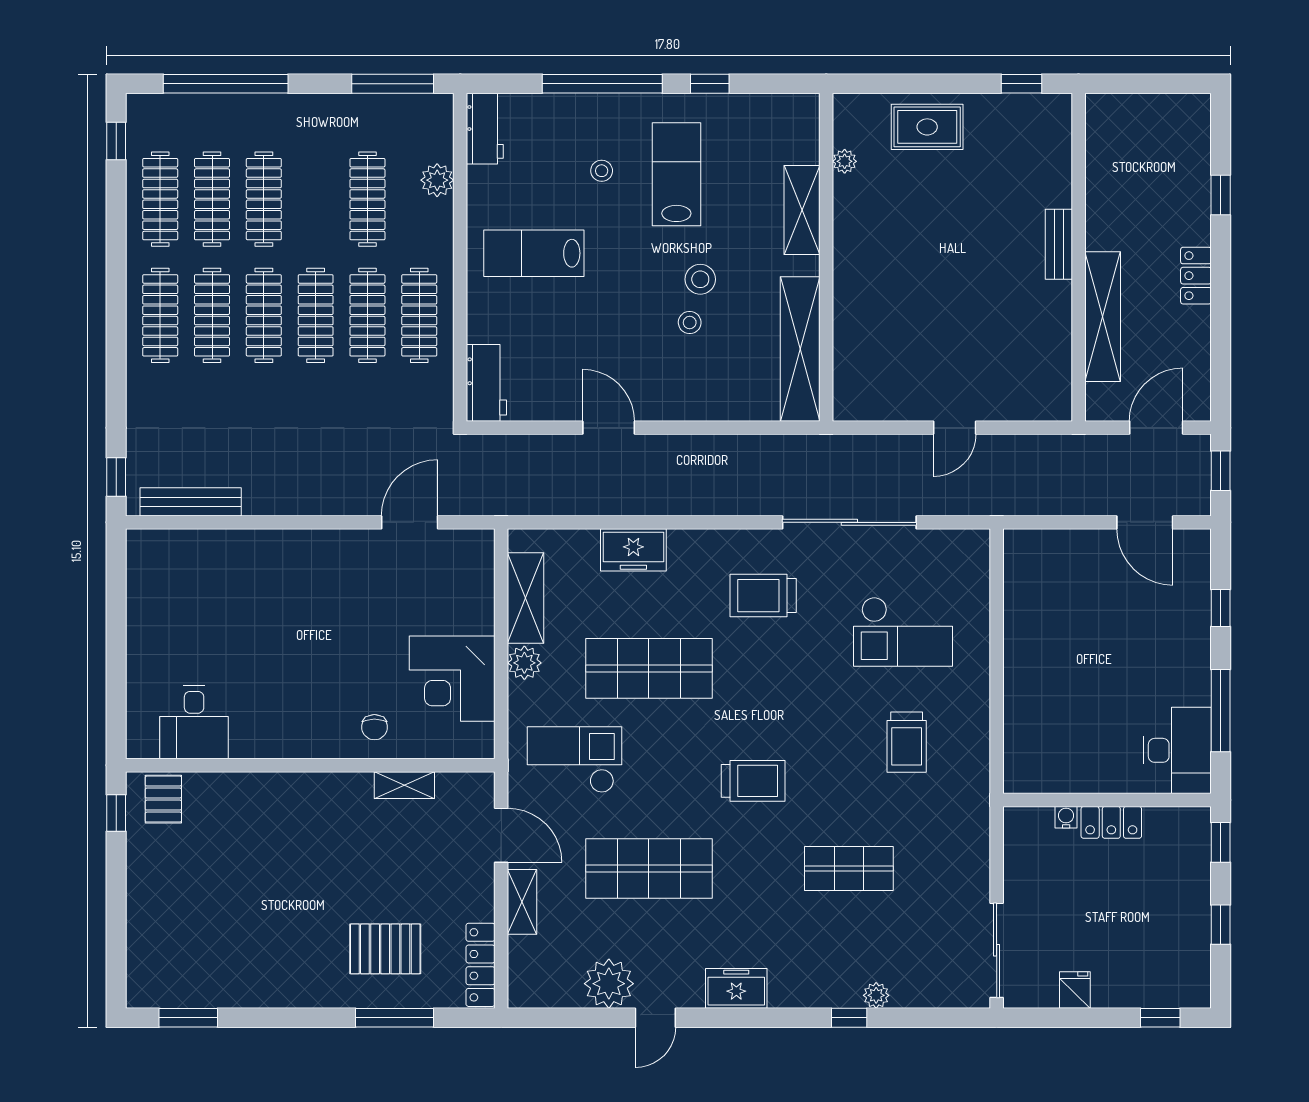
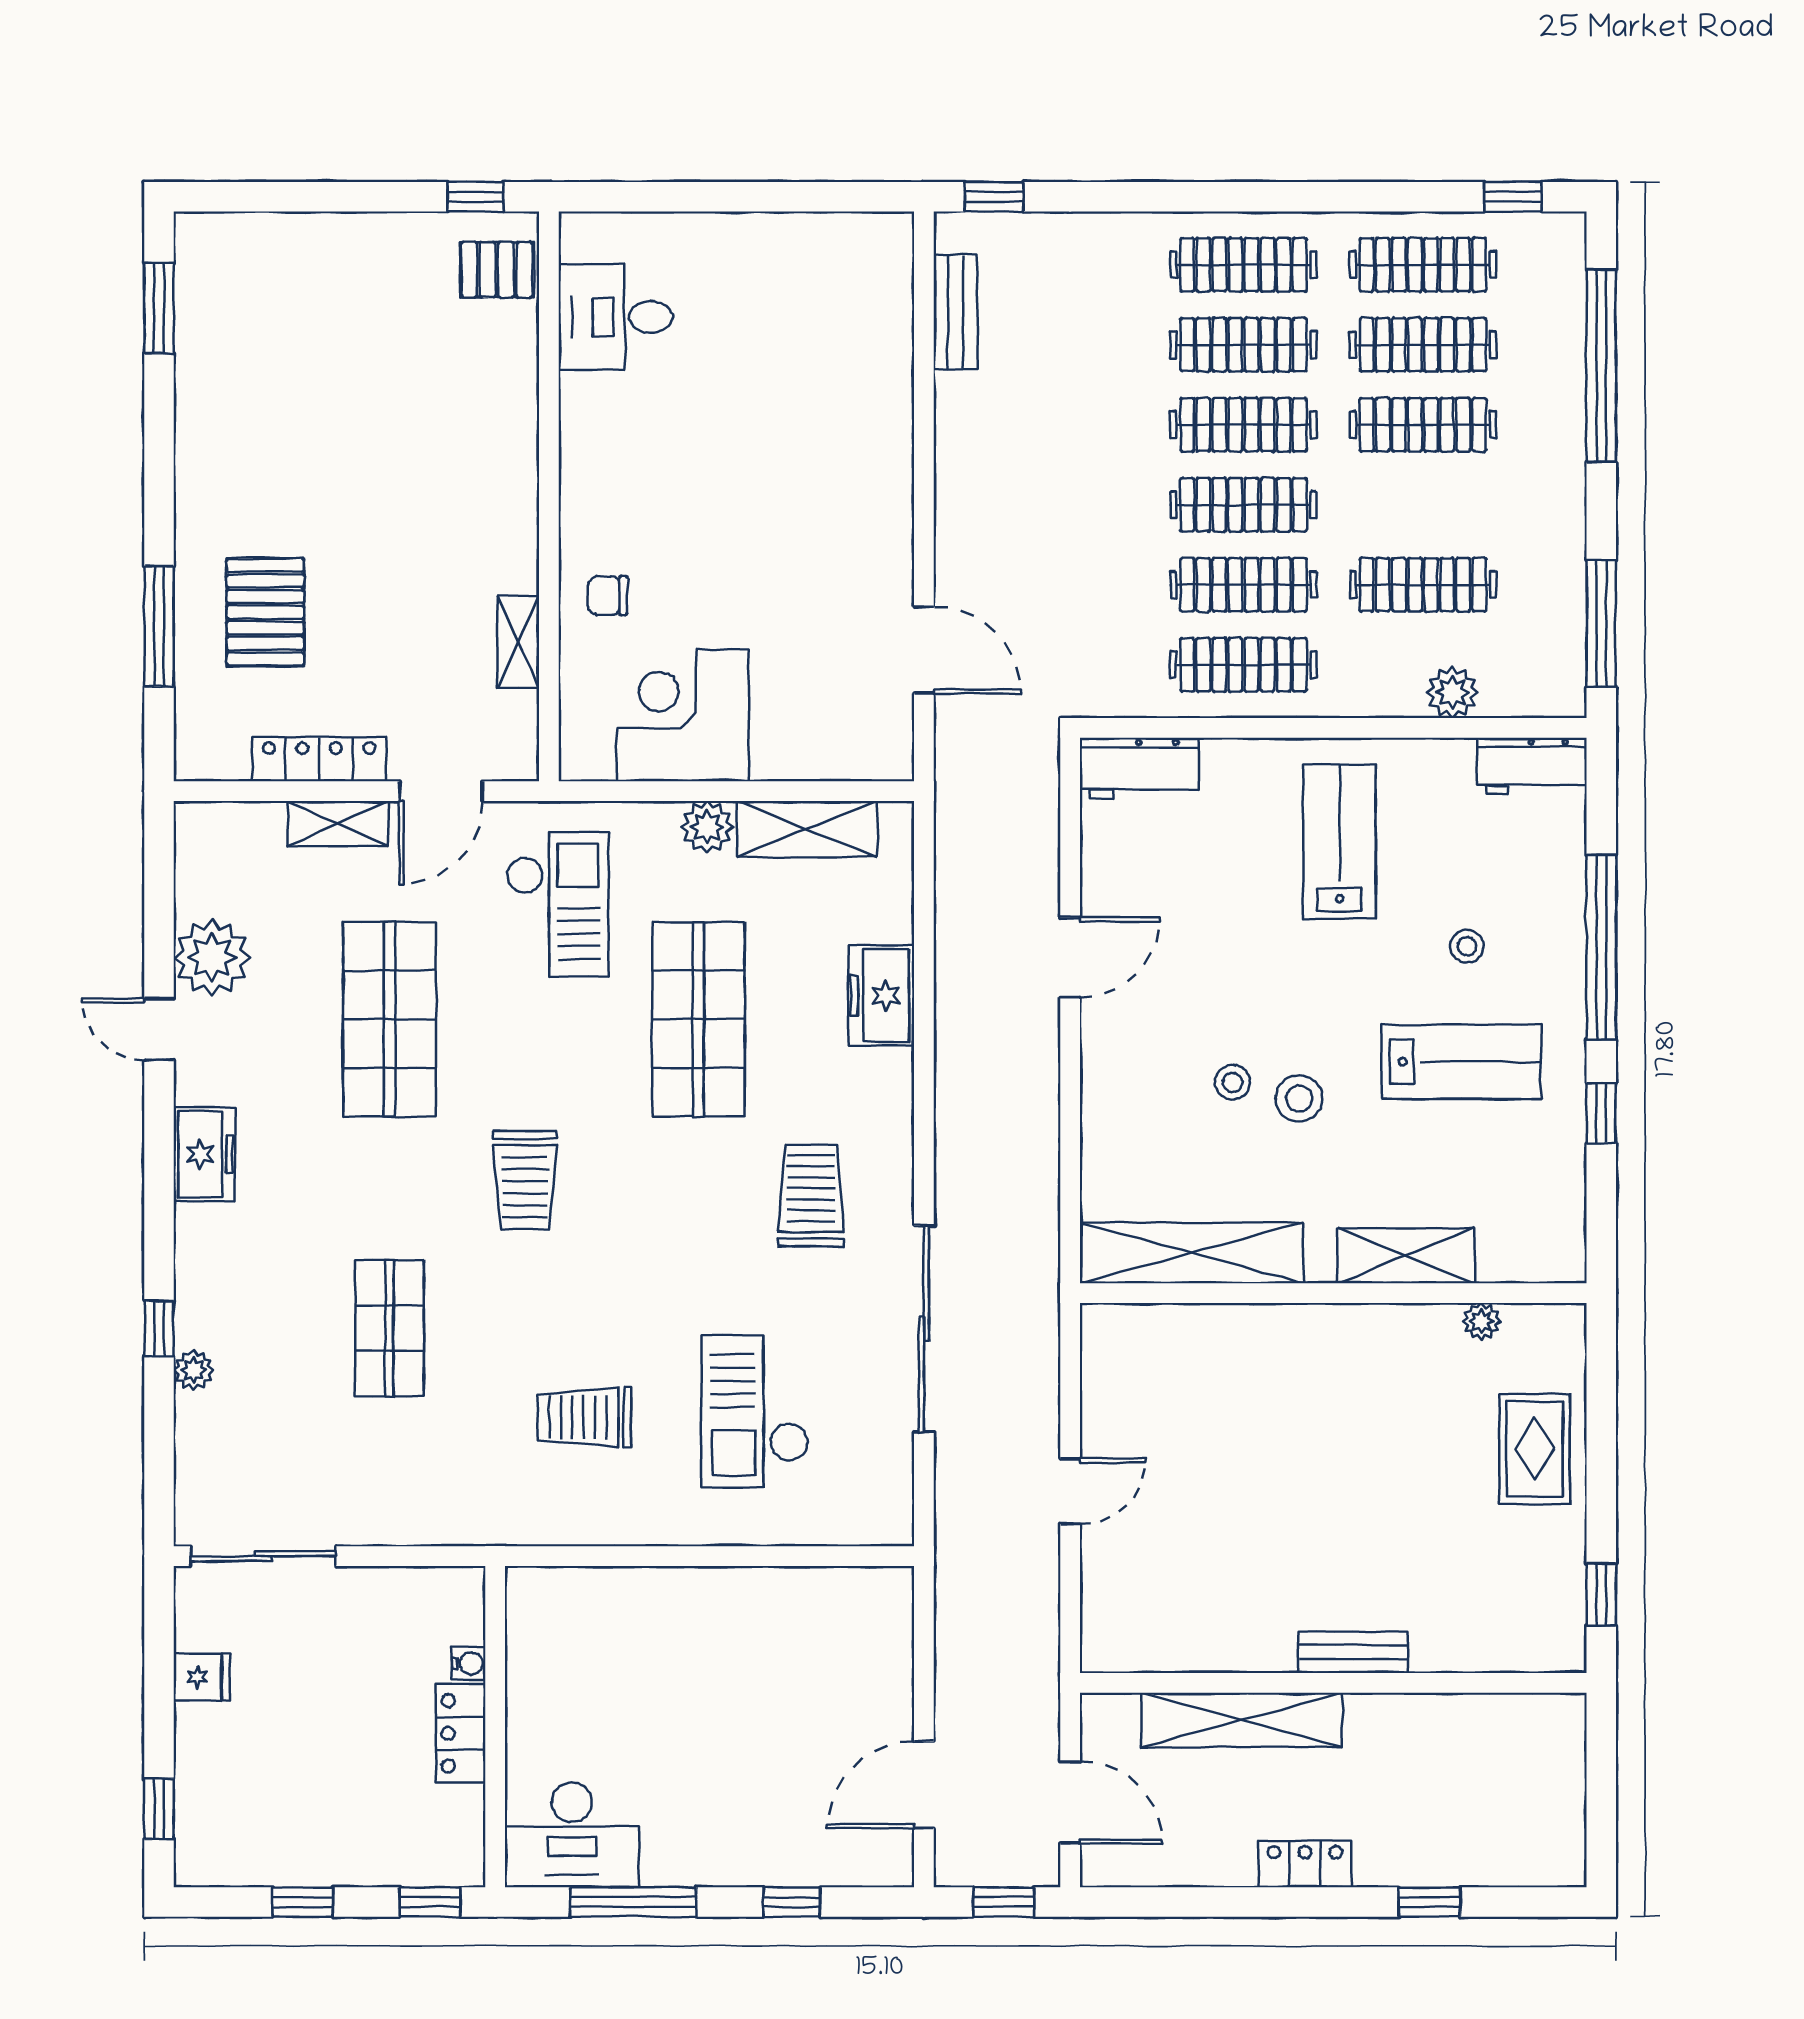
door: (955, 428) -> (1070, 1491), swing flipped
bench: (191, 502) -> (956, 312), width x0.73
locker: (480, 965) -> (319, 759), moved

